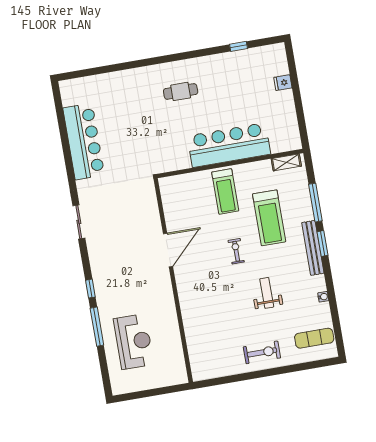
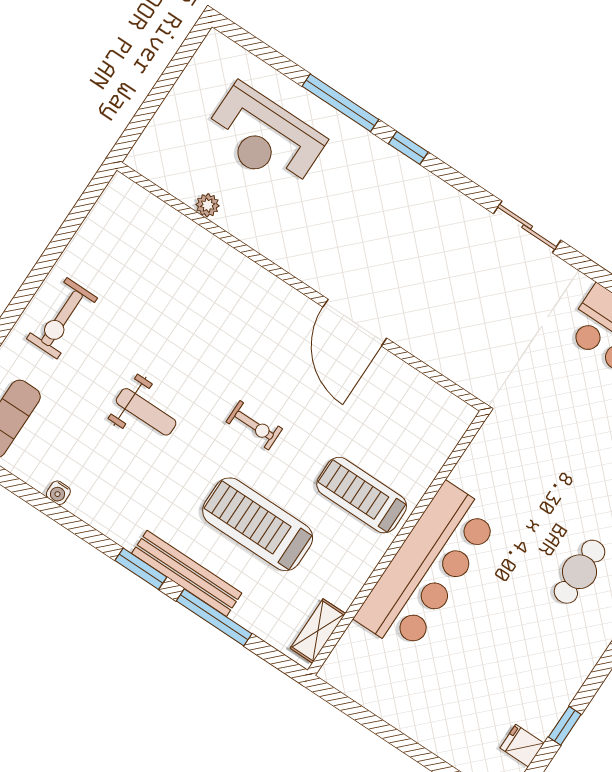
fridge: (283, 83) -> (522, 746), moved, turned -90
bench: (313, 248) -> (187, 573), moved
plant: (175, 339) -> (208, 205), added

